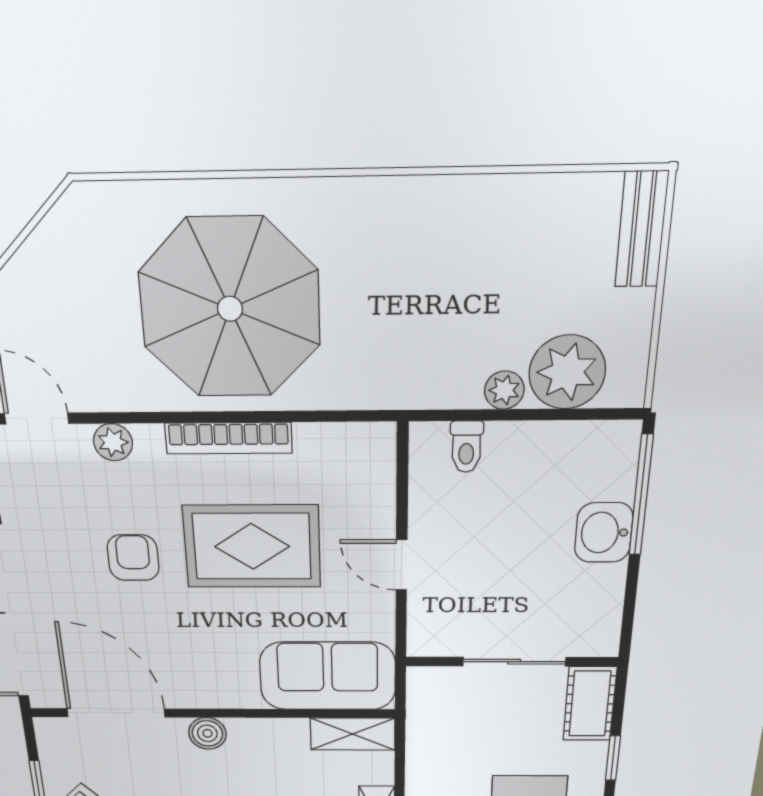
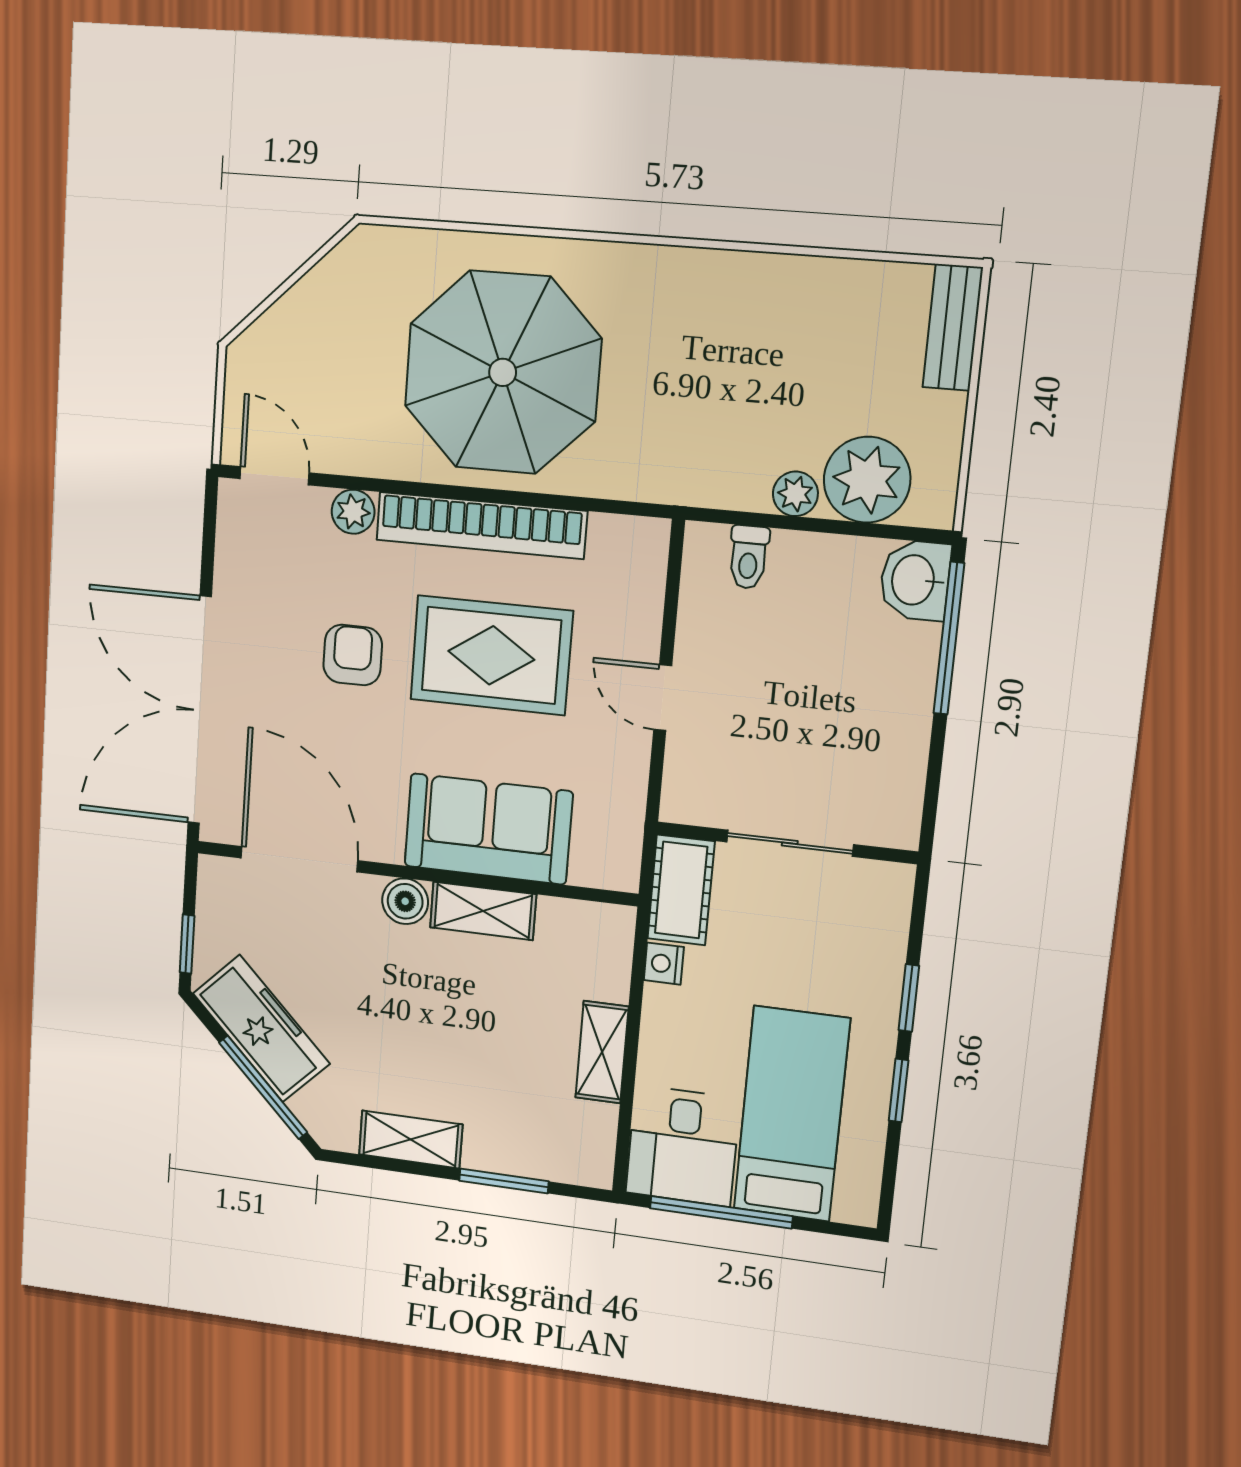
bookcase: (229, 438) -> (481, 526), width x1.48, depth x1.31
washbasin: (604, 533) -> (915, 580), moved
sofa: (328, 676) -> (488, 829), moved
cot: (590, 704) -> (681, 890), moved
shelving: (353, 734) -> (483, 911), moved
nightstand: (419, 755) -> (664, 964), added

